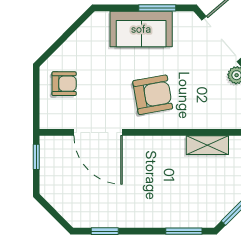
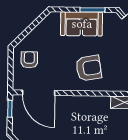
armchair: (64, 84) -> (29, 60), turned -90
door: (98, 132) -> (39, 93), moved

